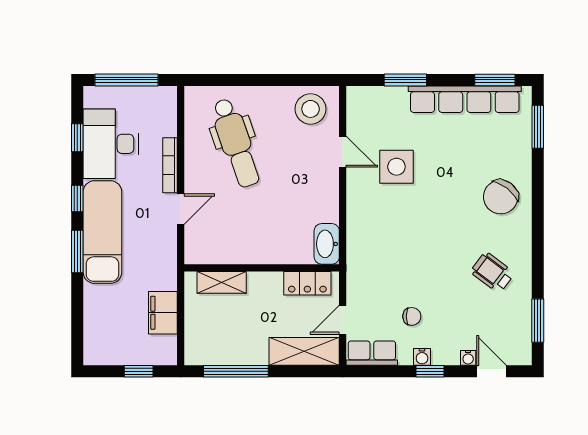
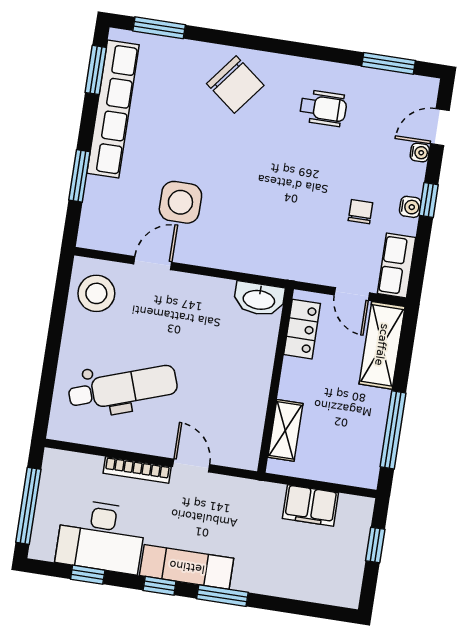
exam couch: (102, 232) -> (187, 567), width x0.73, depth x0.69
wheelchair: (492, 272) -> (323, 108), turned -127

